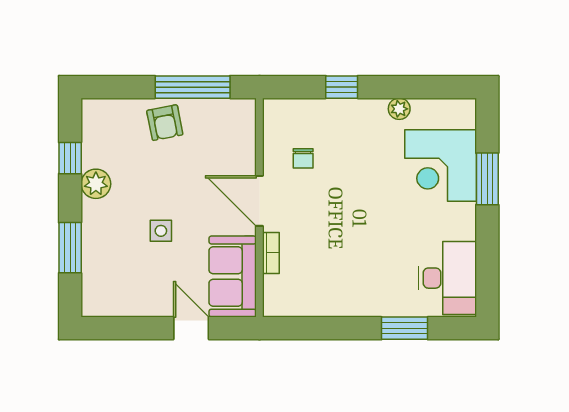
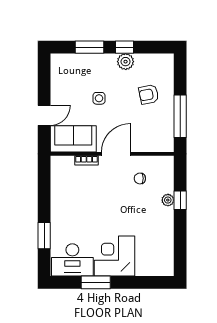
plant: (399, 109) -> (168, 200), moved
armchair: (165, 123) -> (149, 94), moved
window: (70, 158) -> (125, 47), moved
corner desk: (441, 166) -> (114, 256), moved
window: (487, 179) -> (96, 282), moved

